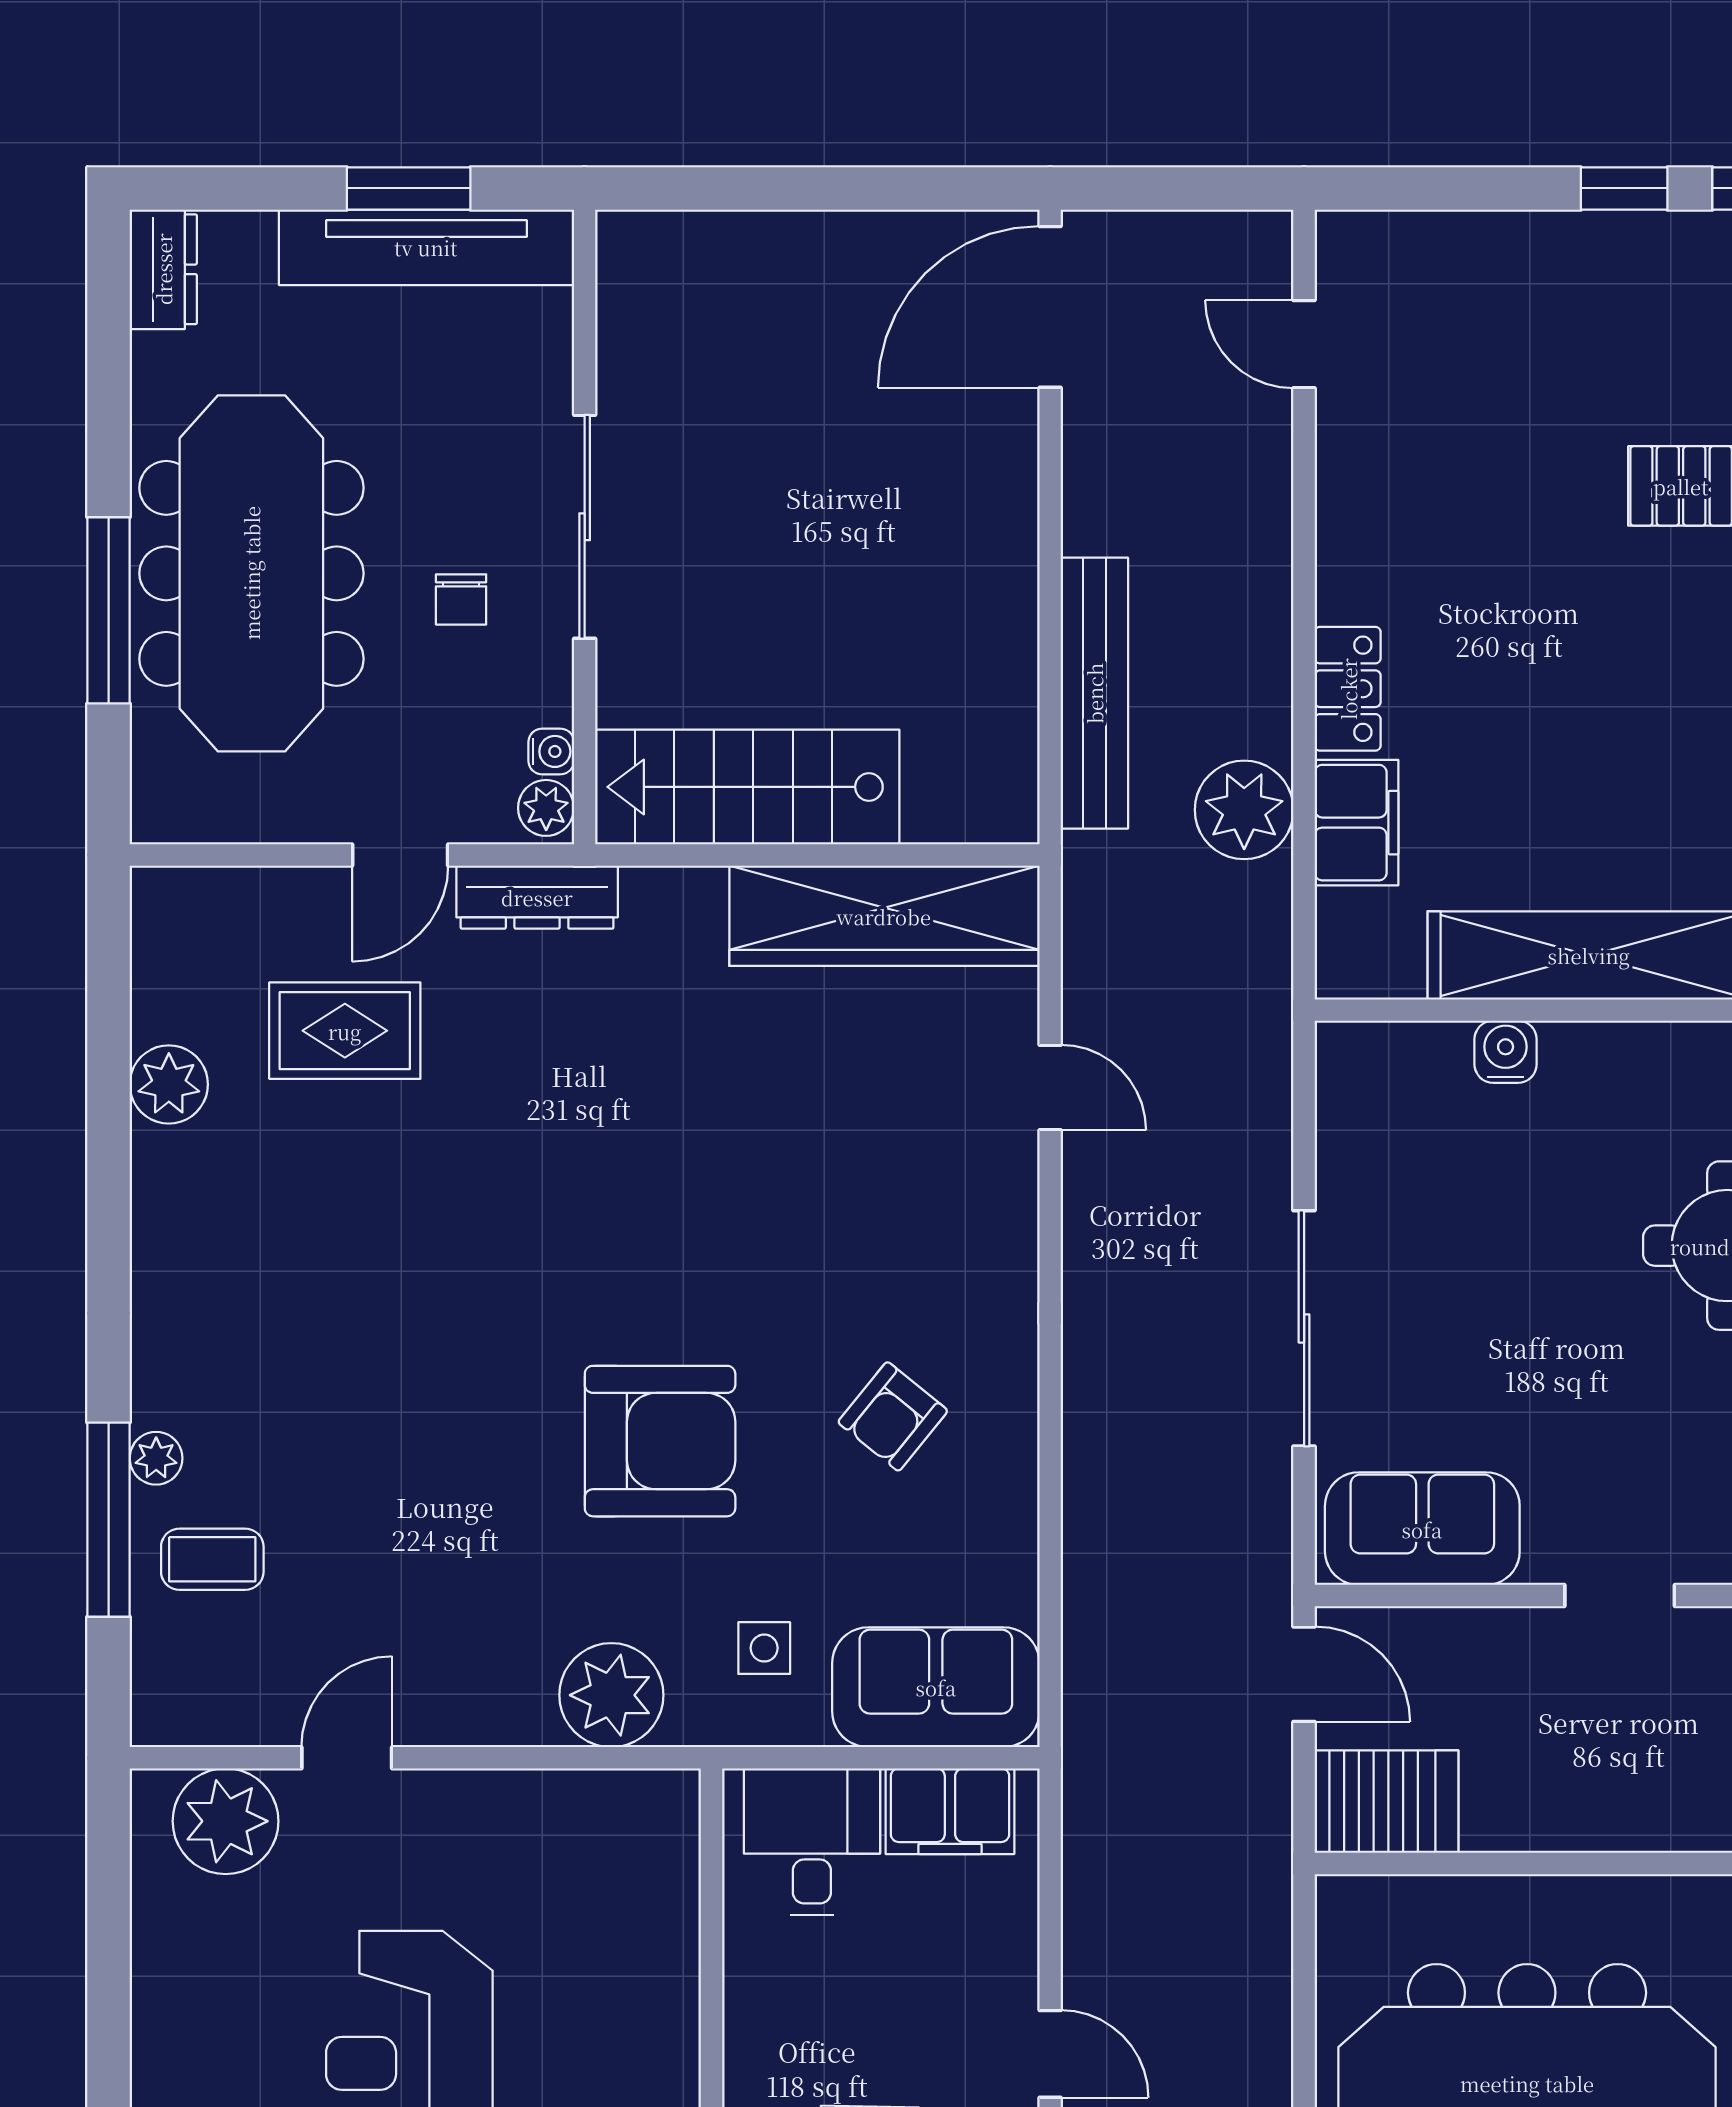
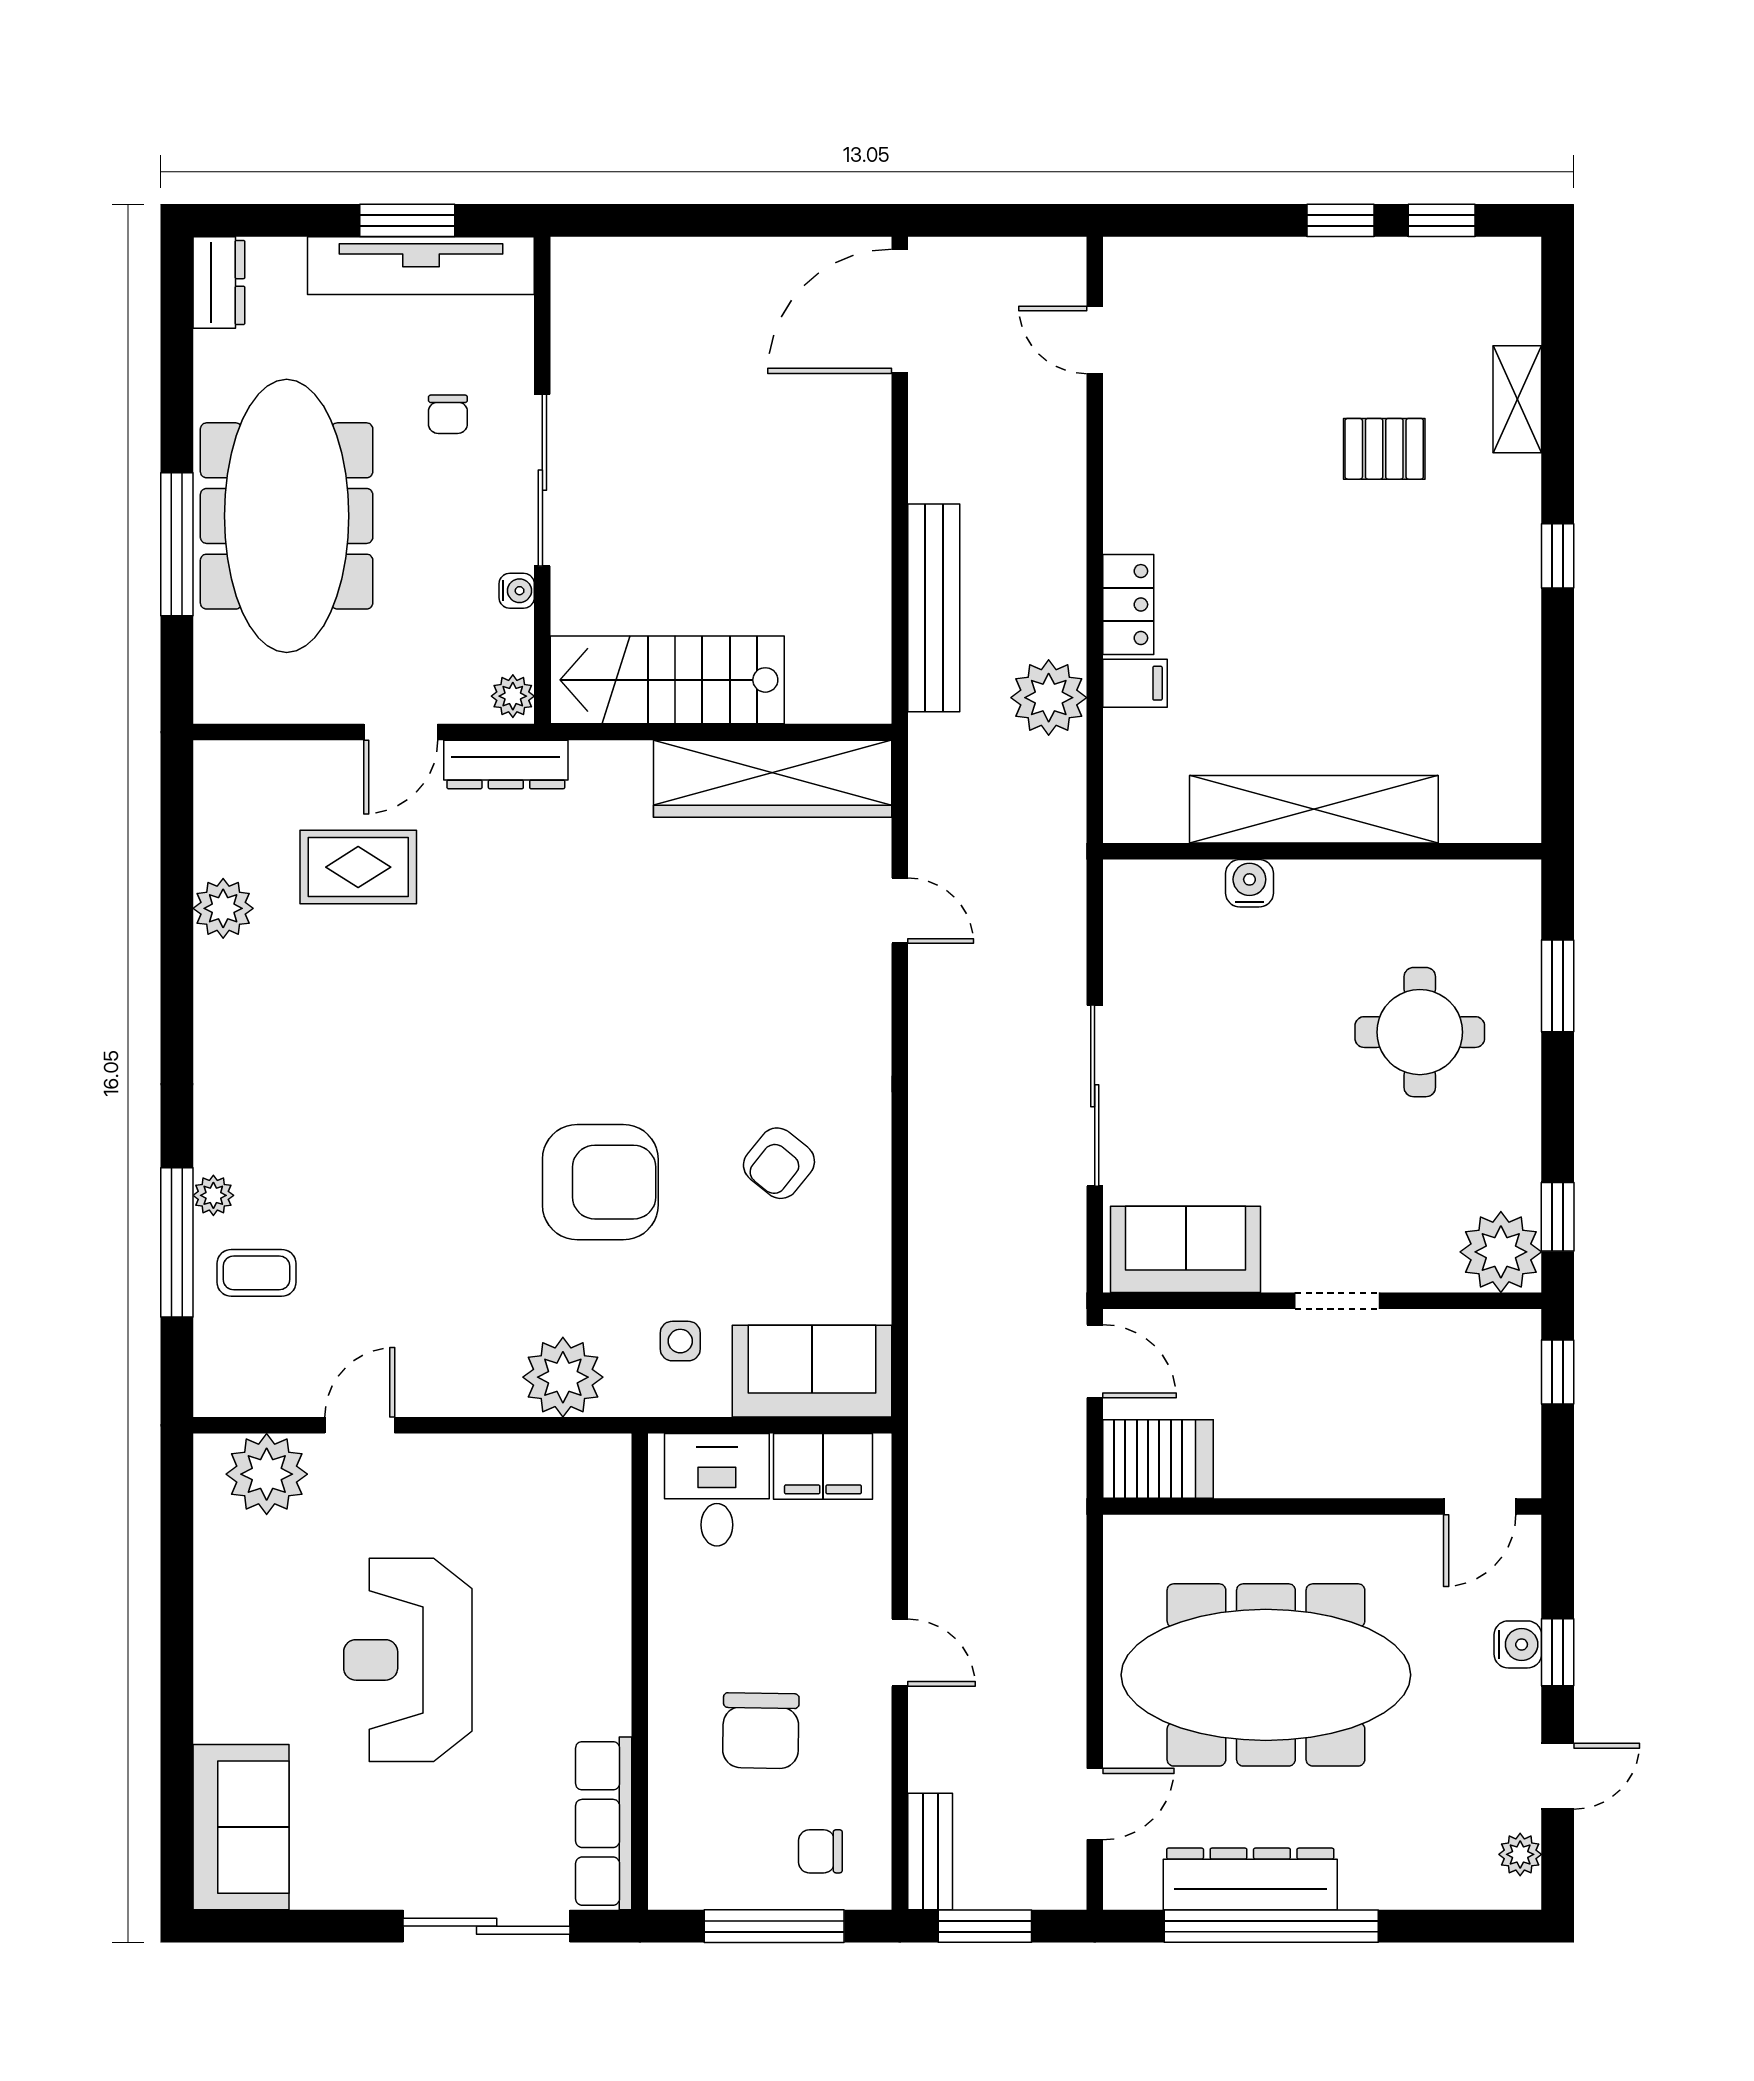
chair: (461, 599) -> (448, 414), moved
water cooler: (551, 751) -> (517, 591), moved
filing cabinet: (1356, 823) -> (1135, 683), width x0.50

